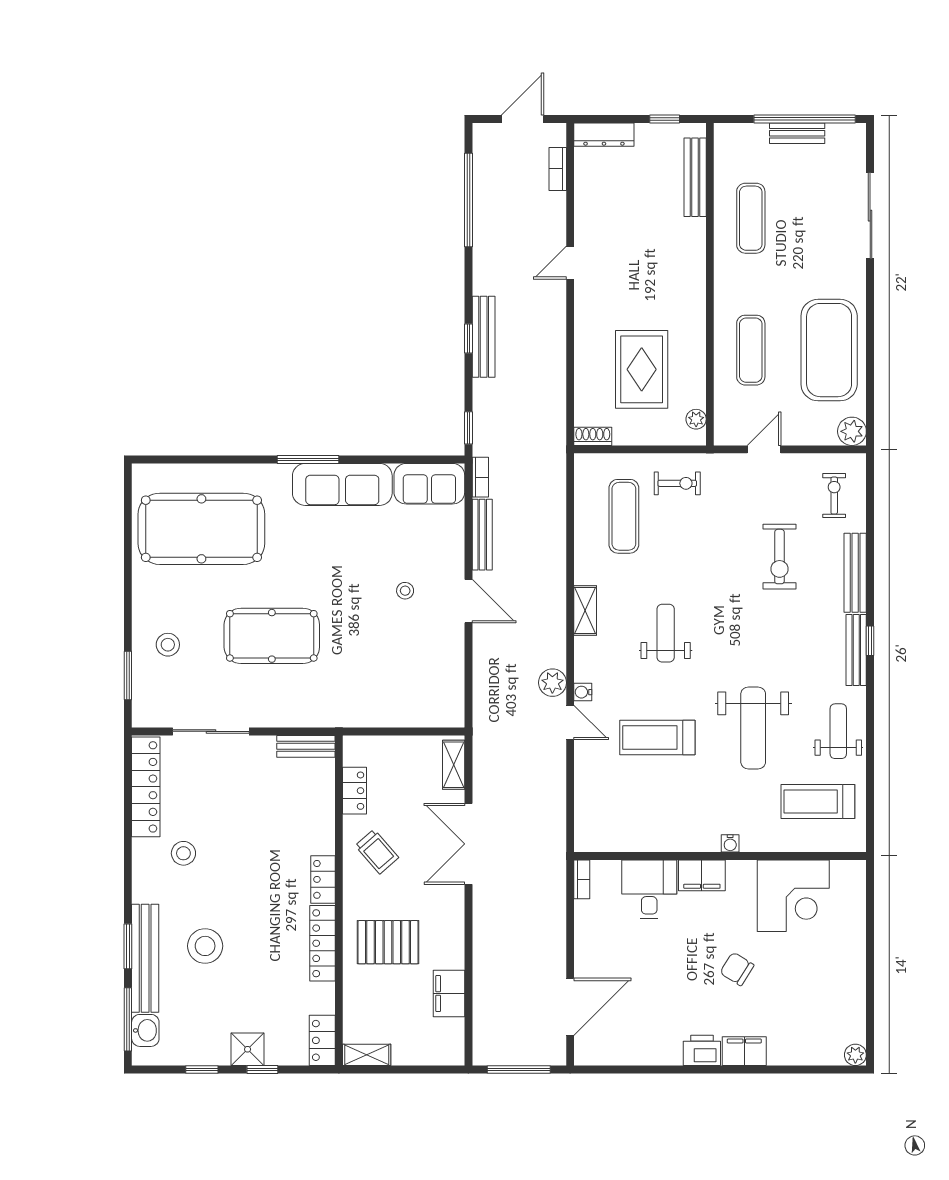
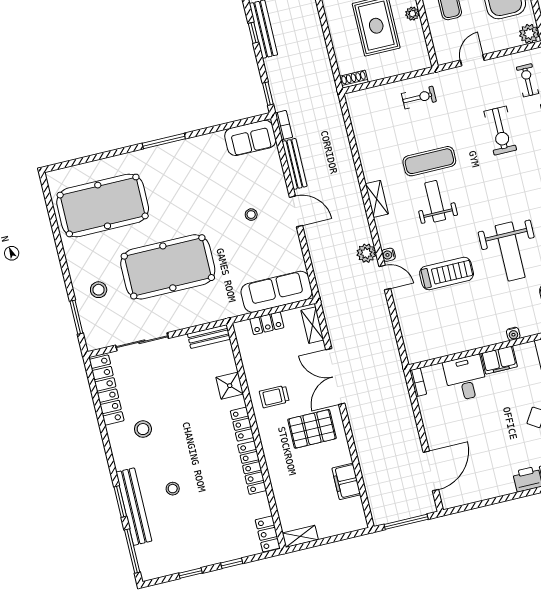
plant: (696, 419) -> (412, 14), moved
sofa: (342, 484) -> (277, 292), moved, turned 180
exercise mat: (624, 516) -> (429, 161), moved, turned 90
pool table: (272, 636) -> (168, 267), width x1.36, depth x1.32
treadmill: (657, 737) -> (447, 274), turned 180
locker: (355, 791) -> (267, 323), moved, turned 90
trolley: (377, 852) -> (274, 397), turned 131
pallet: (388, 942) -> (312, 429), moved
stool: (205, 946) -> (173, 489), width x0.53, depth x0.53
washbasin: (145, 1030) -> (146, 556), removed
shower: (248, 1049) -> (230, 386), moved

